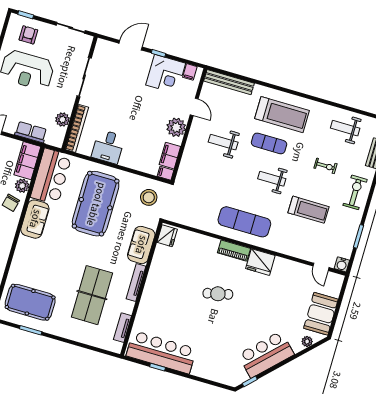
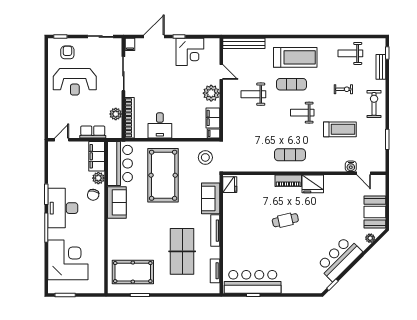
filing cabinet: (190, 72) -> (130, 44), moved
exercise mat: (244, 222) -> (290, 155), width x0.73, depth x0.69
water cooler: (342, 264) -> (351, 166), moved

